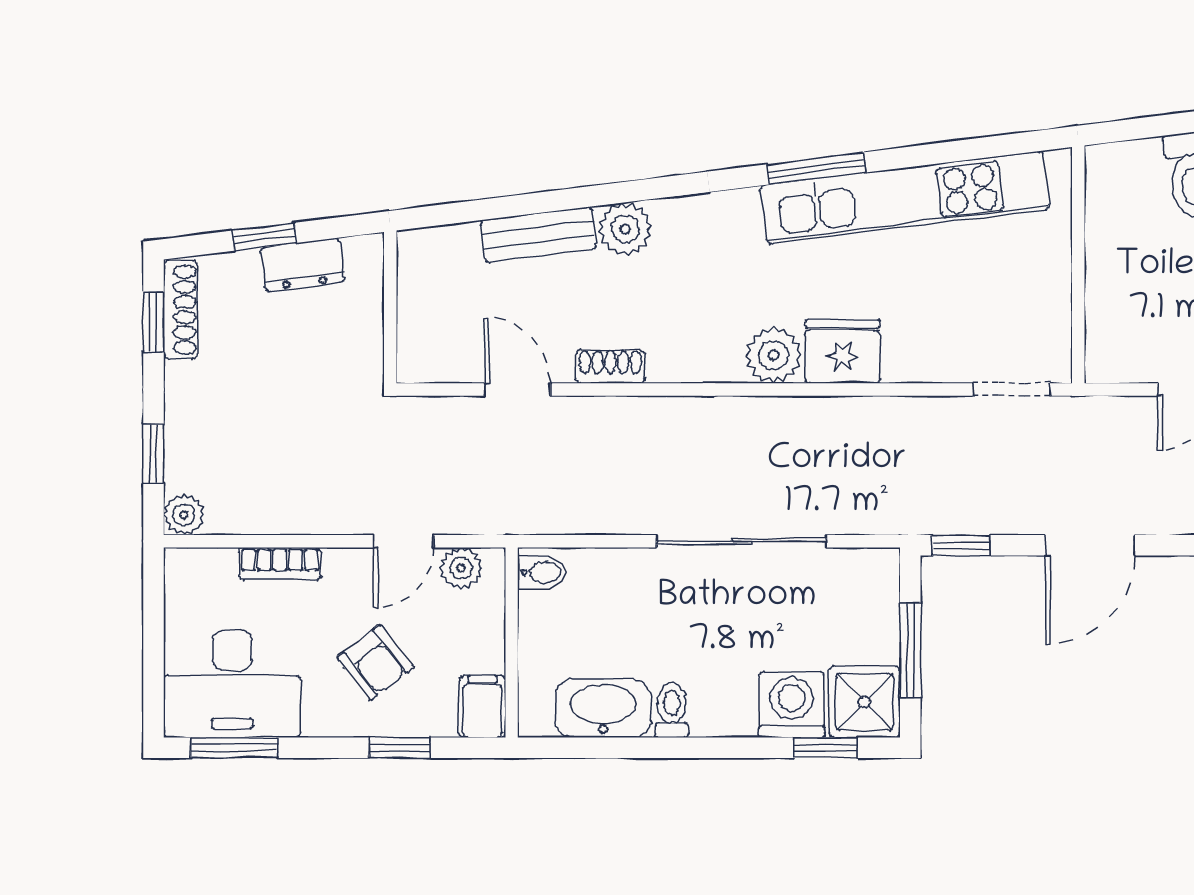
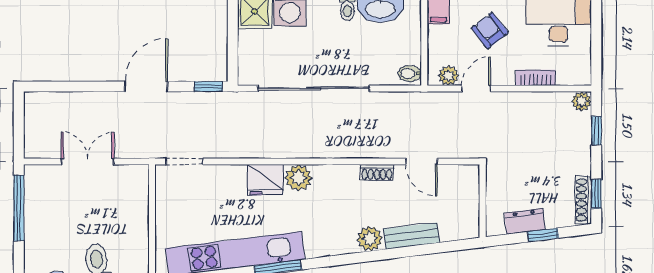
sliding door: (742, 541) -> (314, 89), width x1.36
window: (910, 650) -> (233, 36), removed

